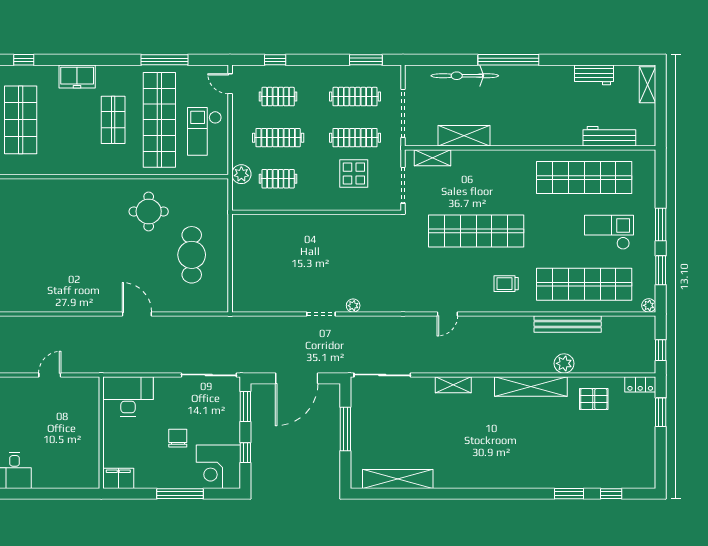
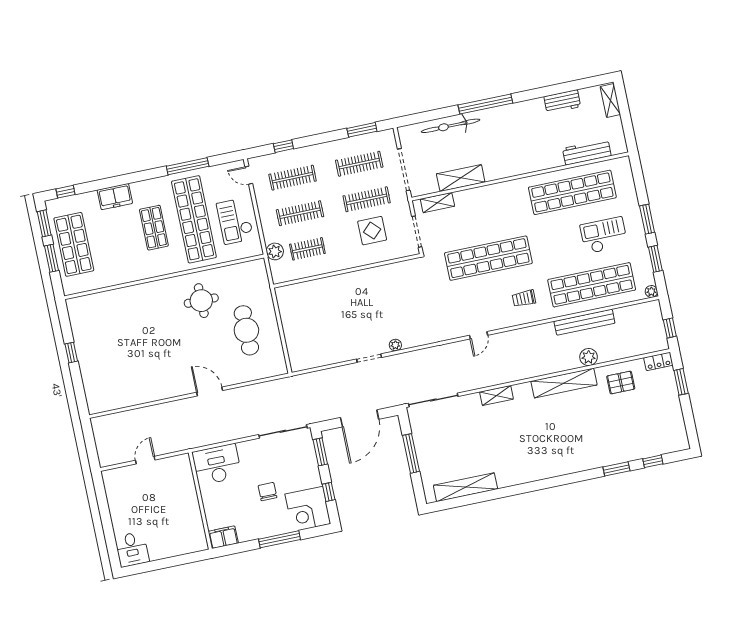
clothes rail: (278, 97) -> (293, 178), width x1.36

